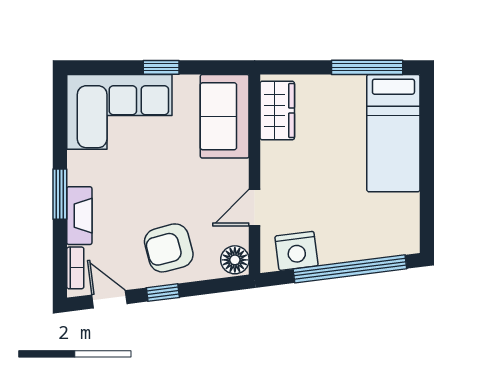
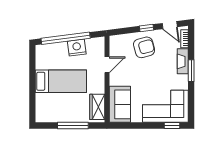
window: (161, 67) -> (172, 125), moved
window: (367, 67) -> (73, 125), moved
bed: (393, 133) -> (61, 81), moved, turned 90
nightstand: (296, 251) -> (77, 48), moved
floor lamp: (235, 260) -> (115, 42), removed

